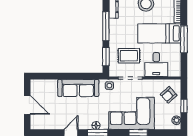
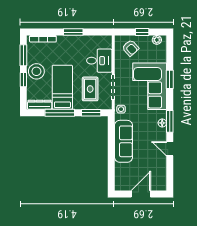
bed: (159, 33) -> (62, 87), moved, turned 180
window: (184, 39) -> (73, 32), width x0.69

